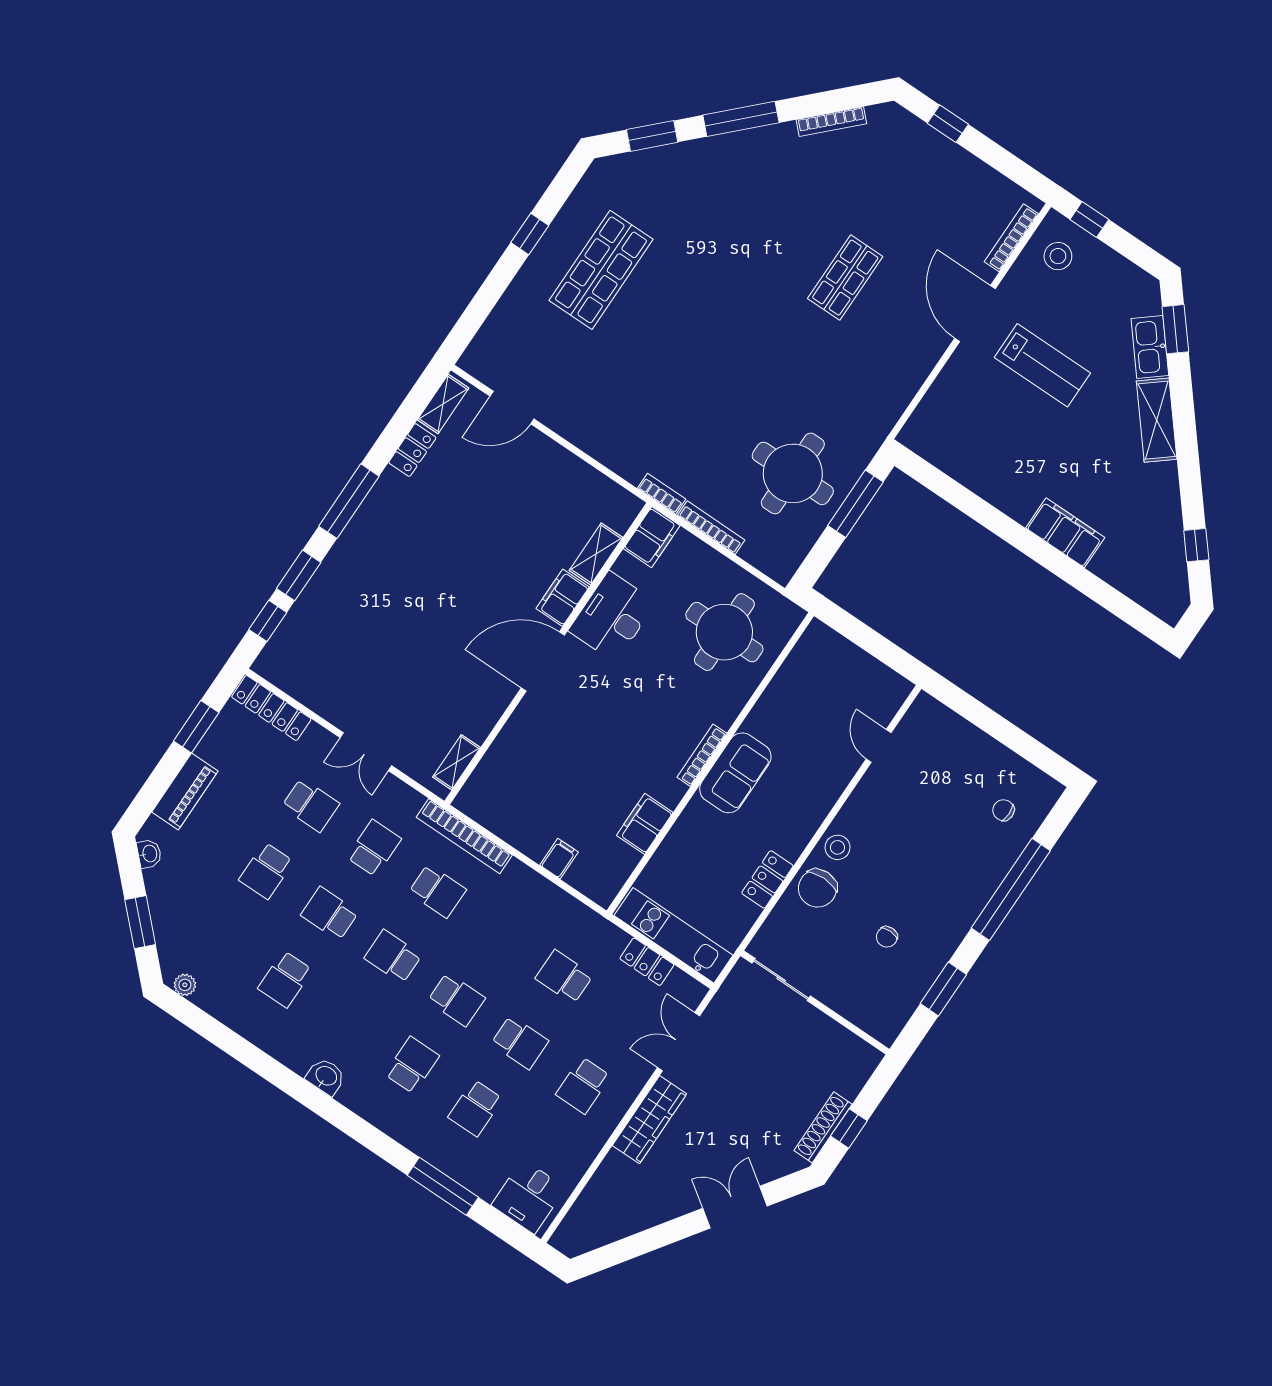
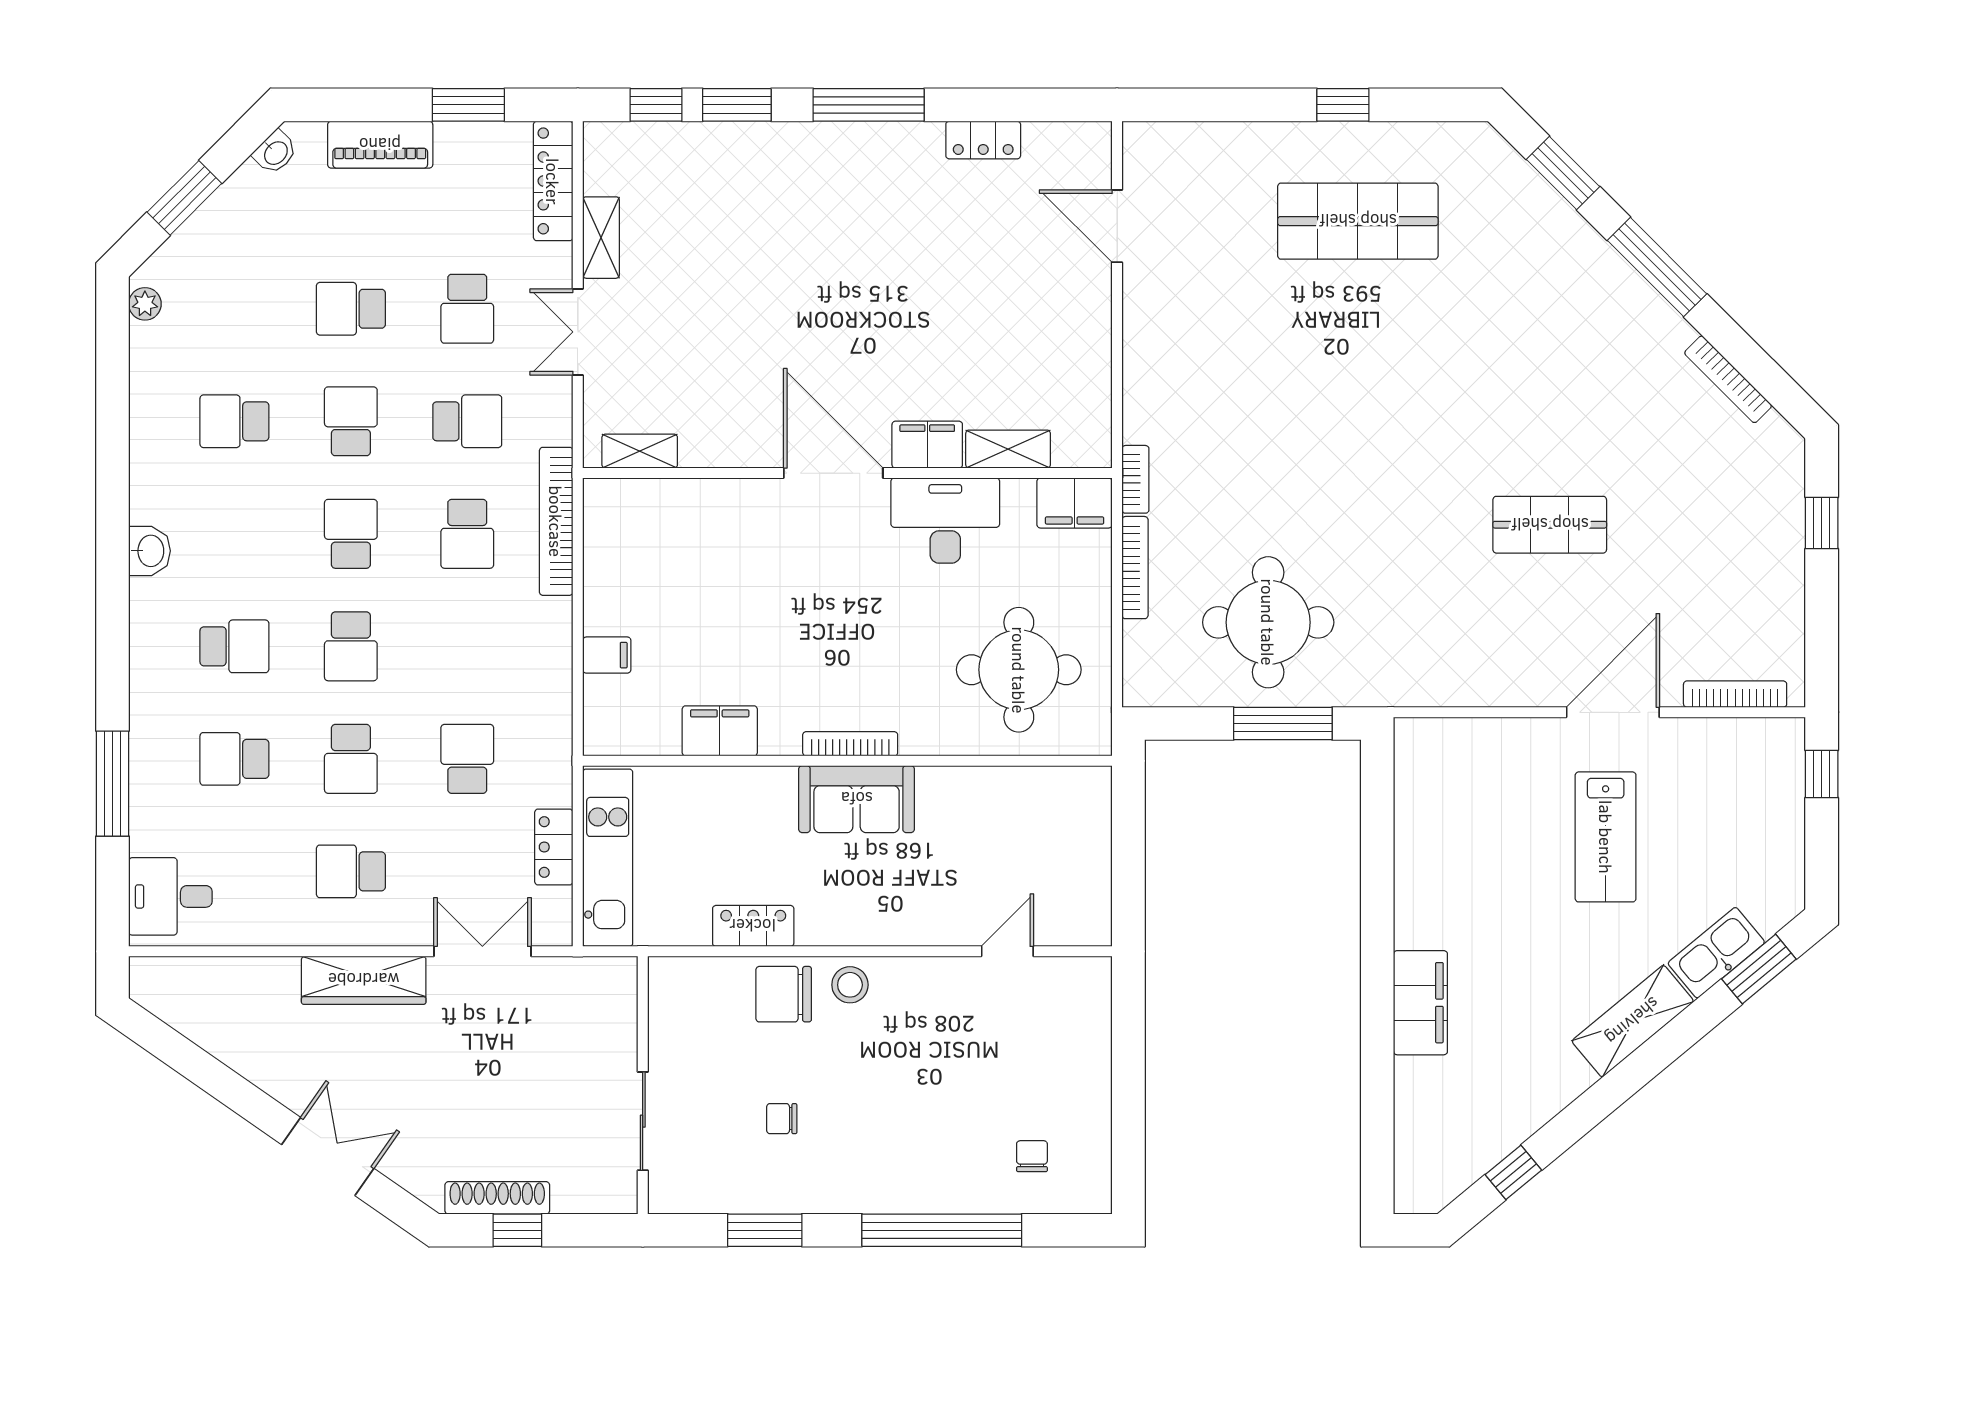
stool: (1058, 256) -> (1751, 766), removed
shelving: (443, 404) -> (601, 238), moved, turned 90
sliding door: (781, 979) -> (643, 1121), moved

